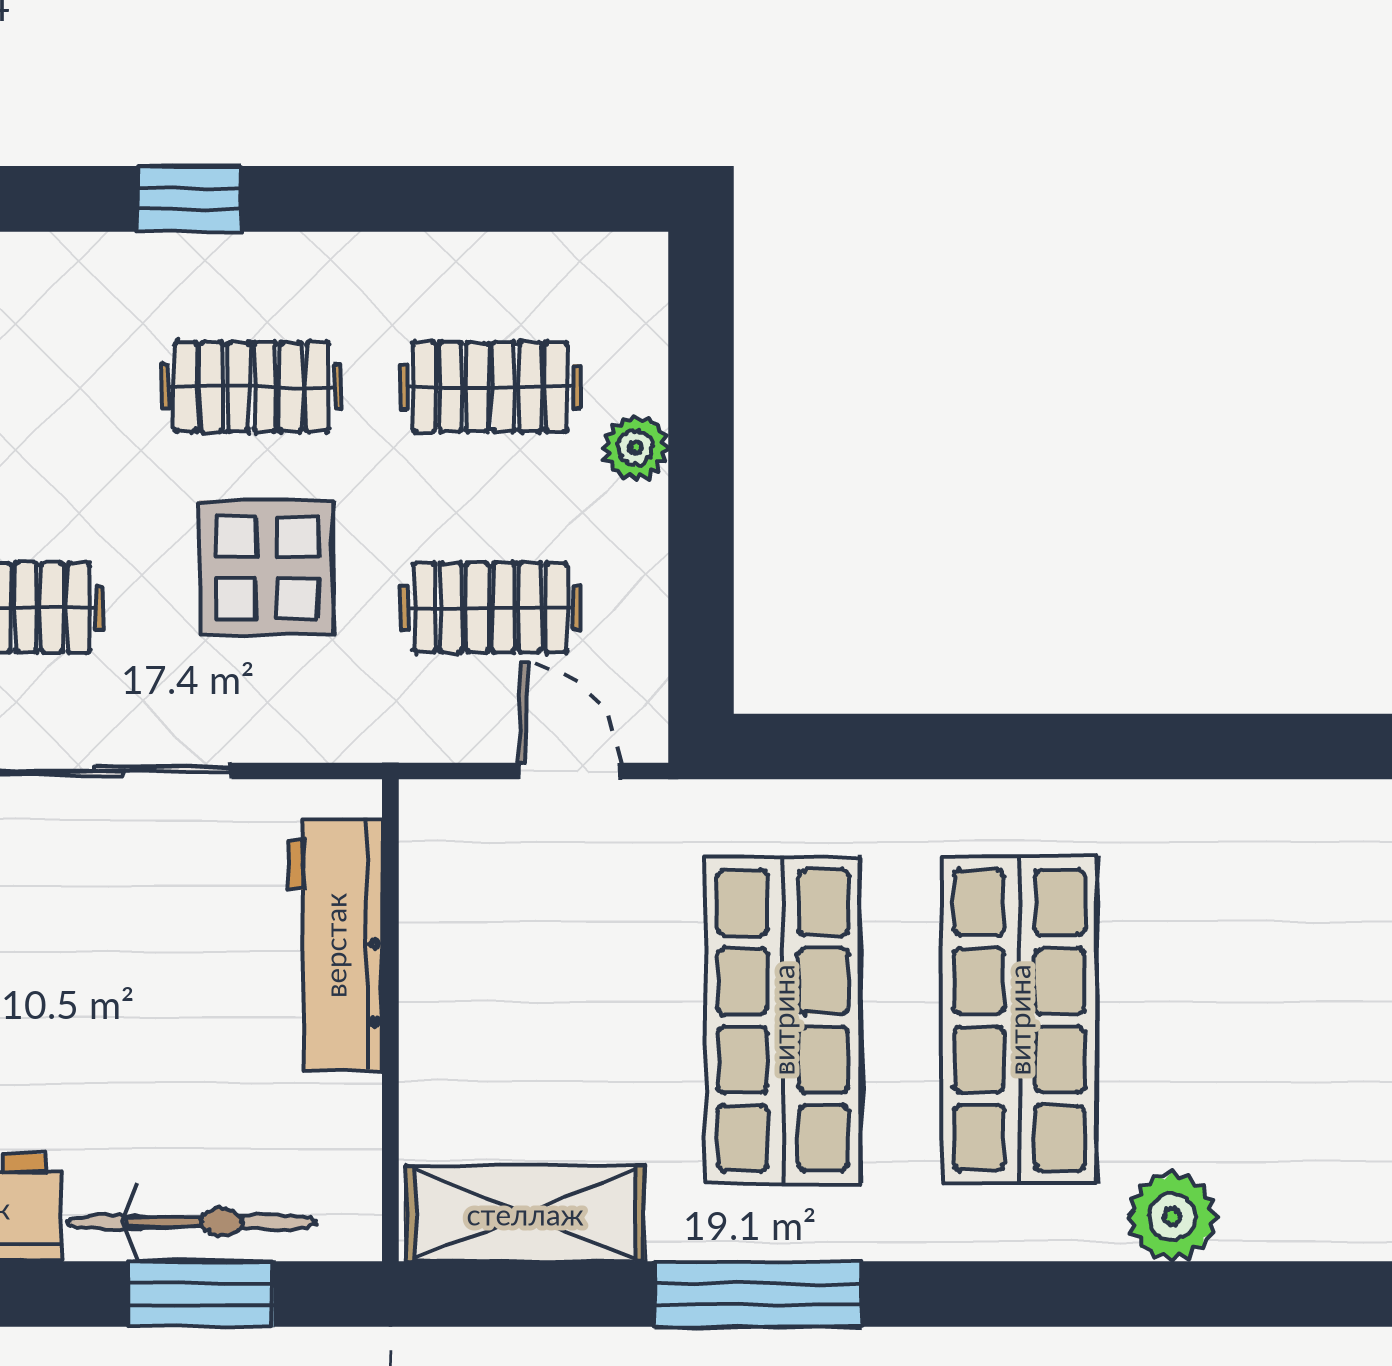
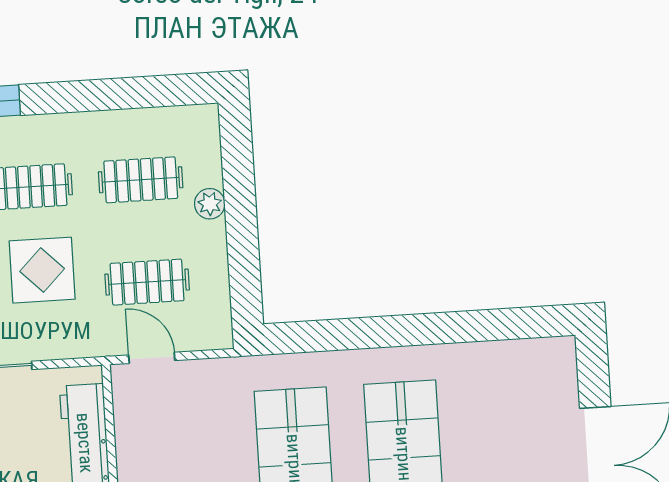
door: (569, 771) -> (152, 358), moved

